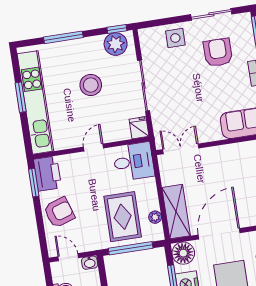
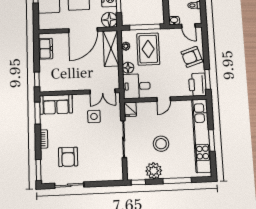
side table: (175, 38) -> (94, 116), moved
plant: (116, 44) -> (154, 171), moved
floor lamp: (149, 187) -> (128, 68), added

